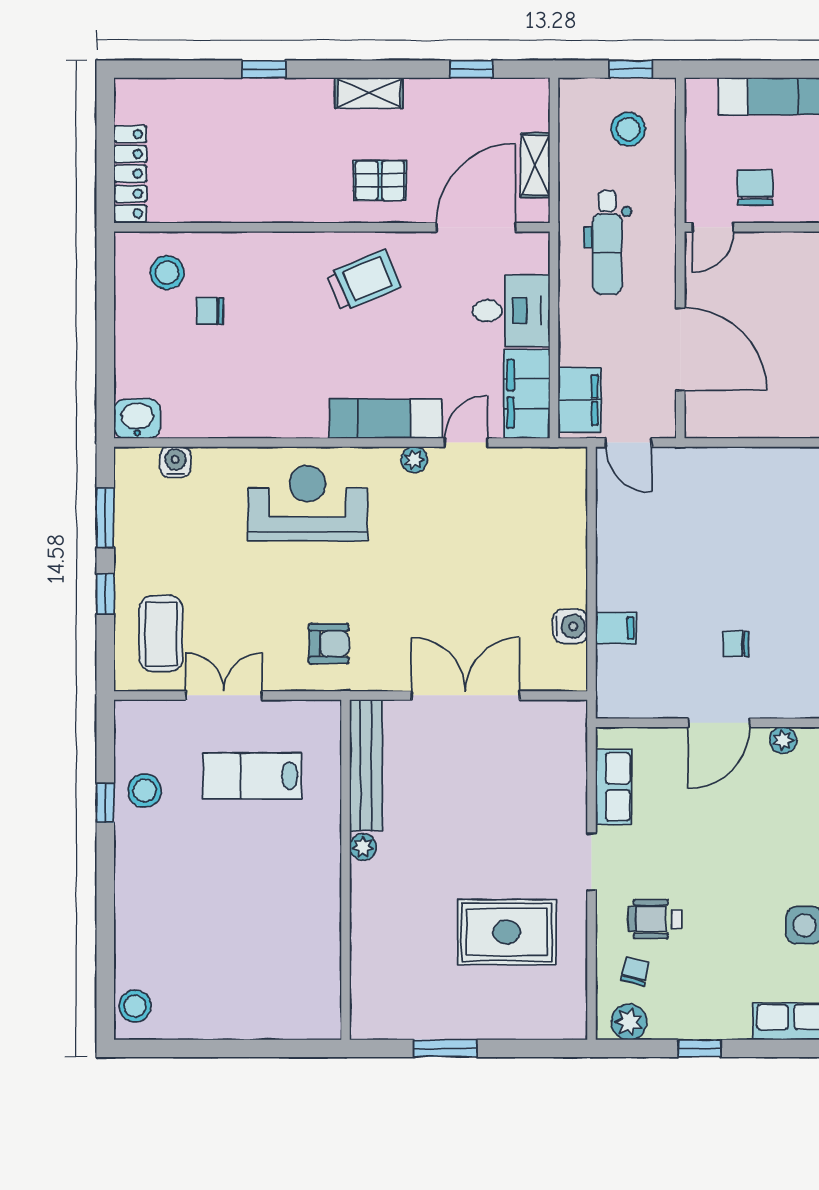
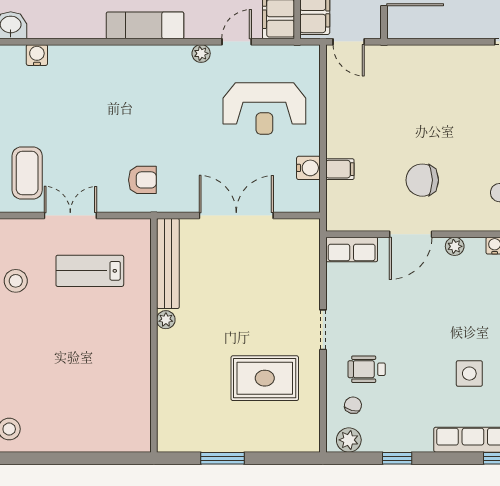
exam couch: (386, 419) -> (145, 25), moved
reception desk: (308, 503) -> (264, 109), moved, turned 180
chair: (736, 644) -> (422, 180), width x1.87, depth x1.87
row of seats: (614, 787) -> (352, 249), moved, turned 90

